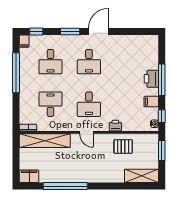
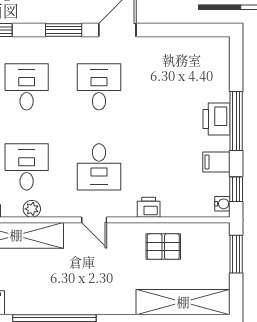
desk: (50, 62) -> (27, 87), turned 180
desk: (89, 62) -> (99, 87), turned 180
plant: (53, 126) -> (32, 209), added
shelving: (141, 176) -> (183, 302), width x1.47

